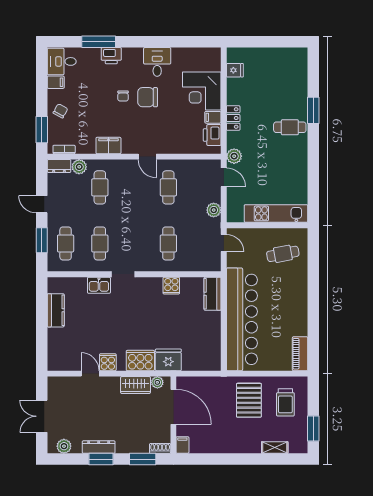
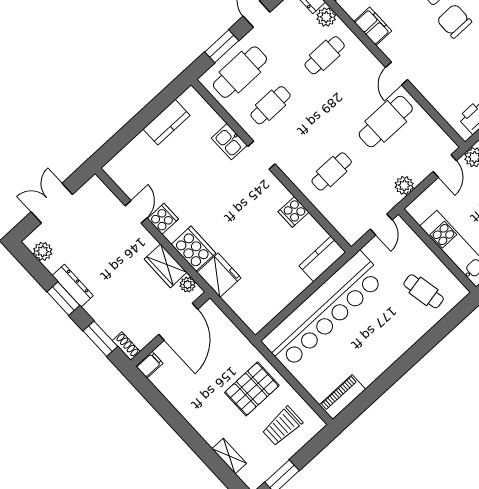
cafe table: (168, 187) -> (386, 121), width x1.37, depth x1.35
cafe table: (66, 243) -> (240, 72), width x1.37, depth x1.35

